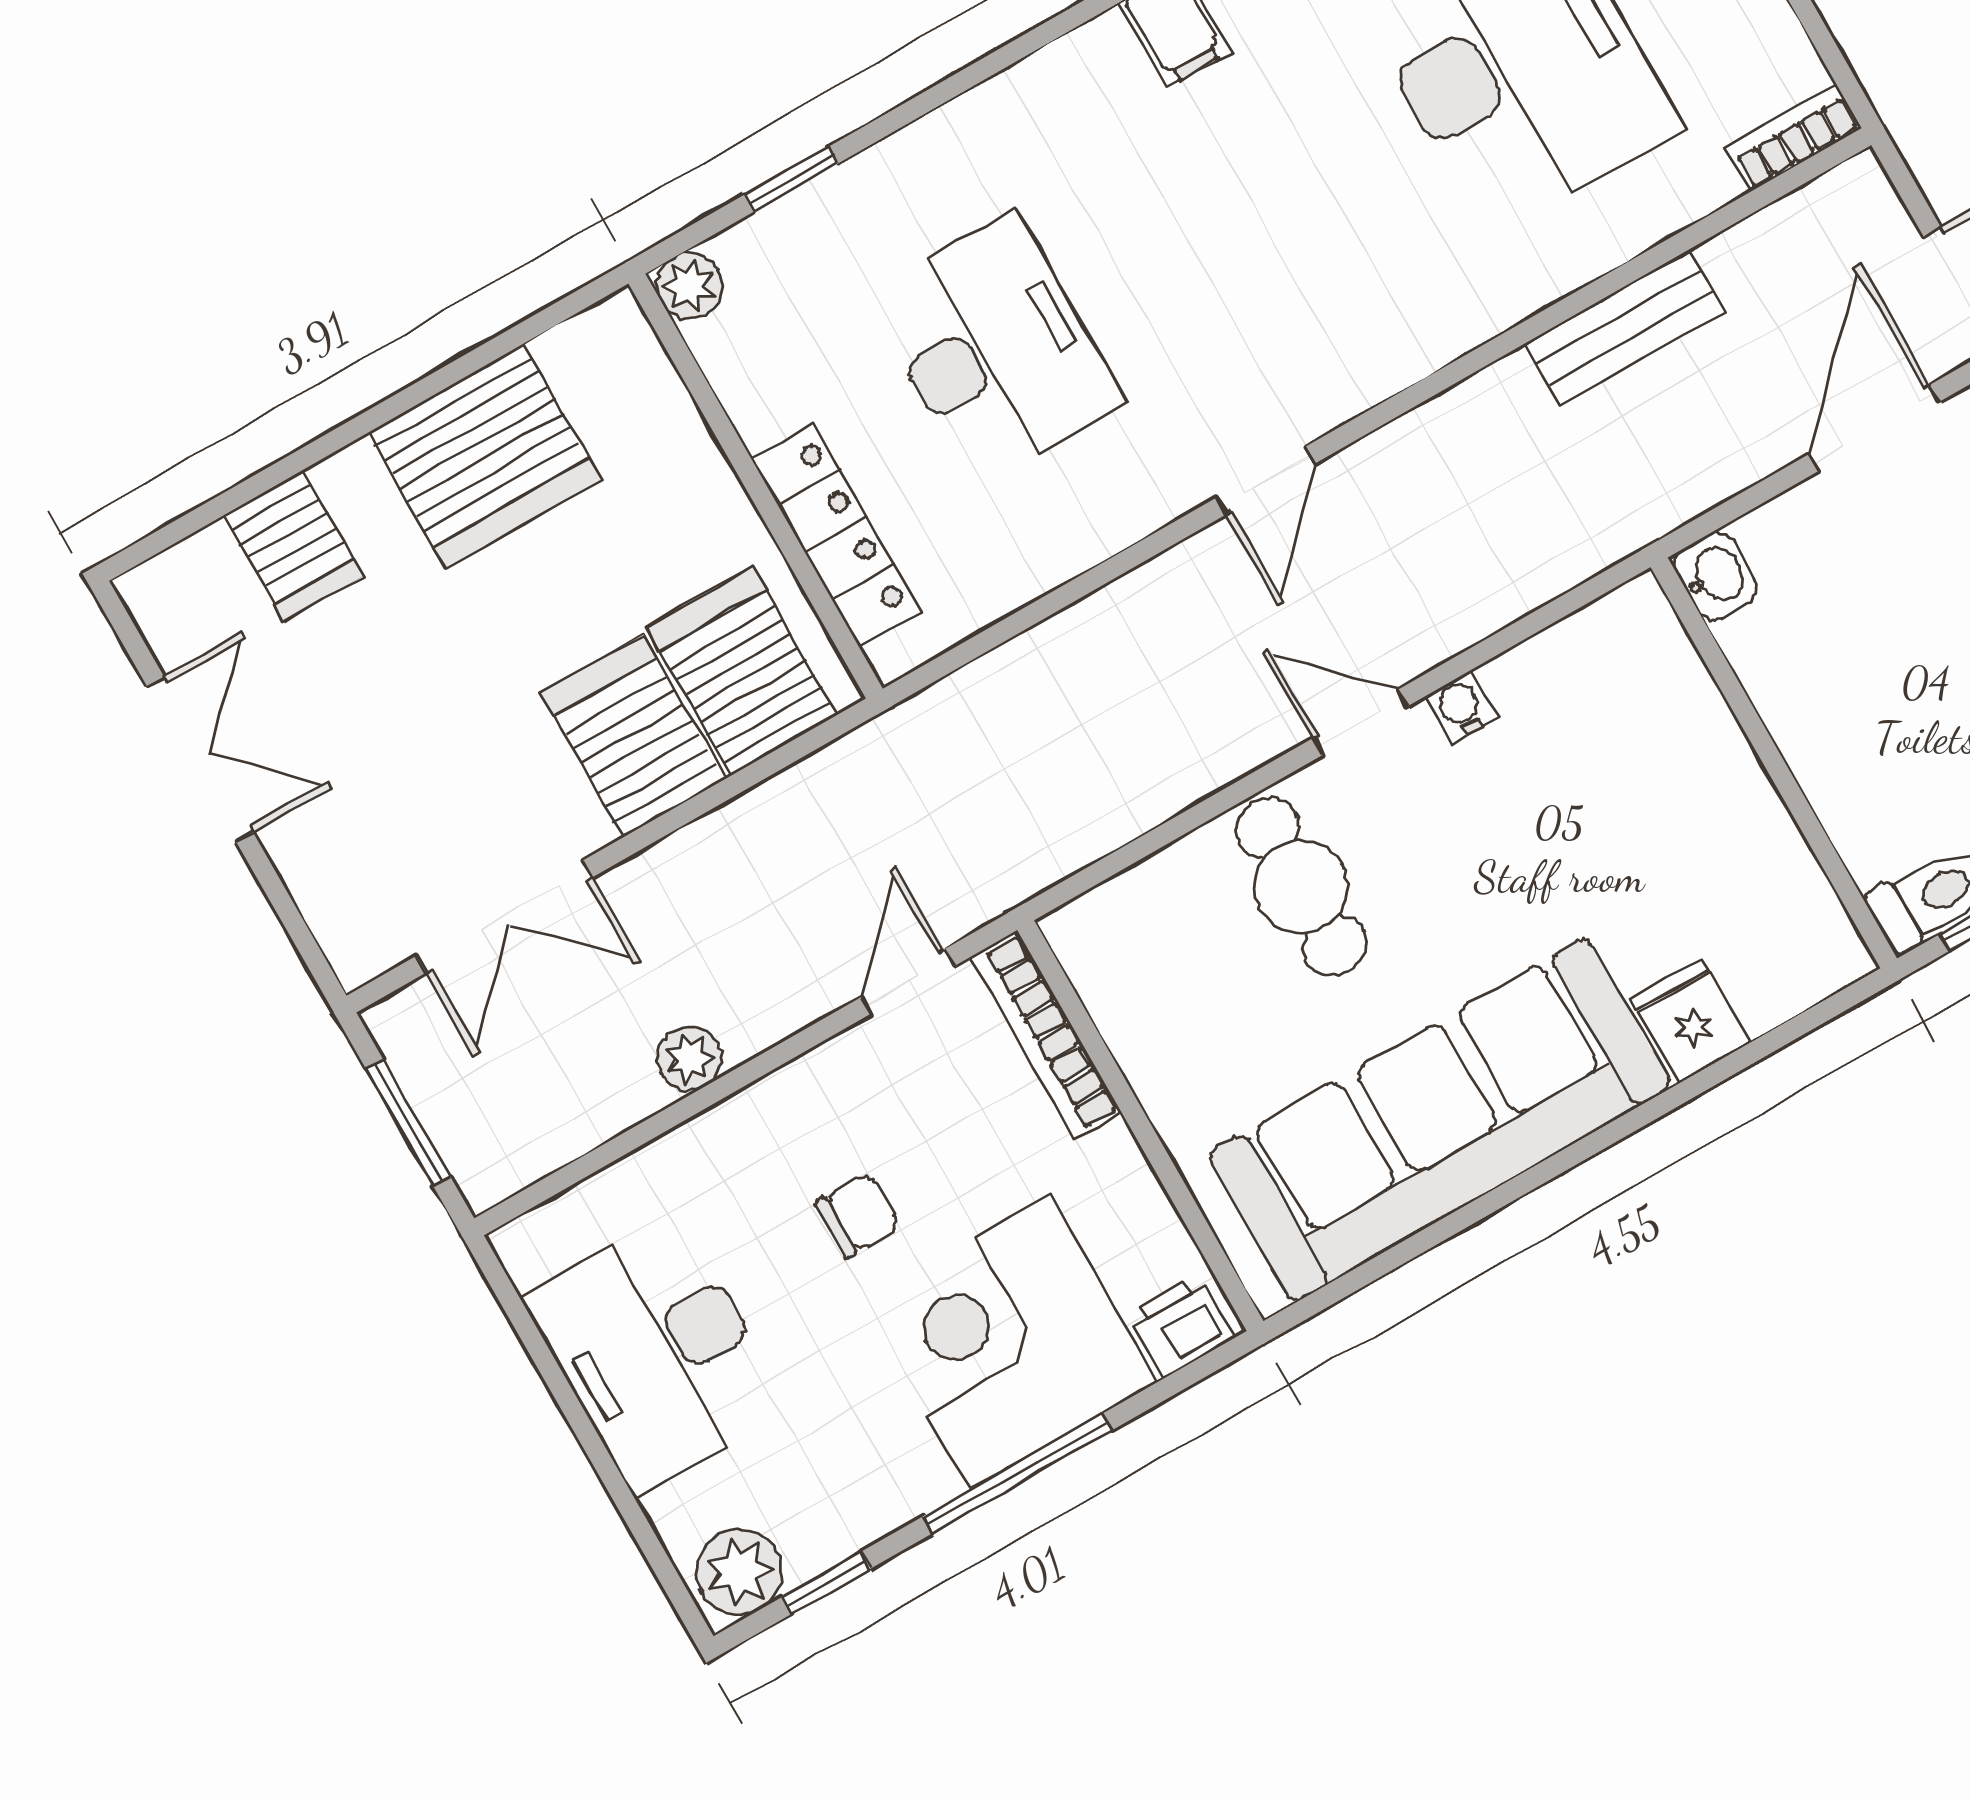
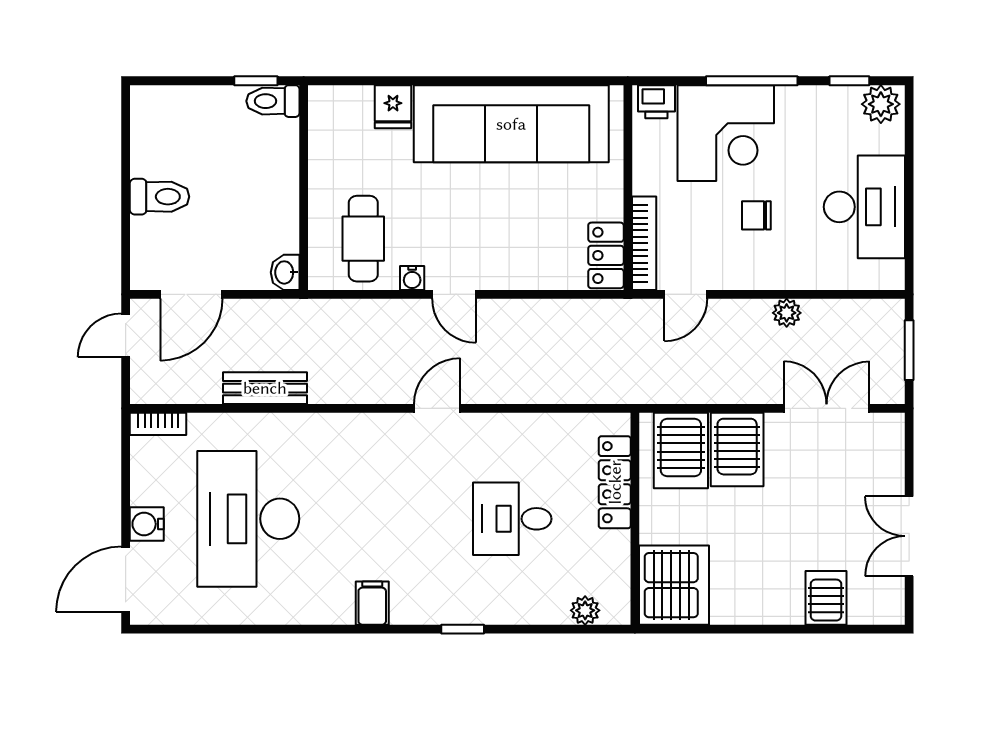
window: (791, 179) -> (463, 629), moved
plant: (690, 286) -> (585, 610), moved
desk: (995, 349) -> (512, 519), width x0.73
server rack: (485, 456) -> (674, 585), moved, turned 90
cafe table: (1301, 887) -> (363, 239), moved
locker: (1107, 969) -> (606, 255), added

